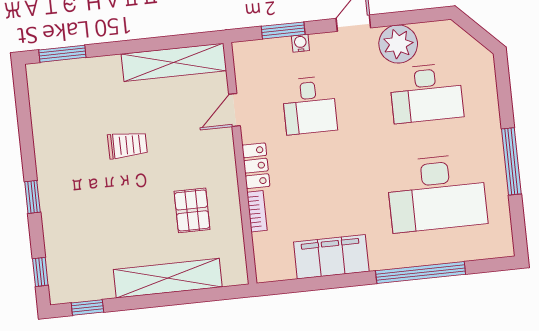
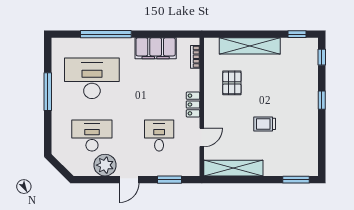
water cooler: (300, 43) -> (160, 171), removed
bookcase: (257, 211) -> (195, 57), moved

